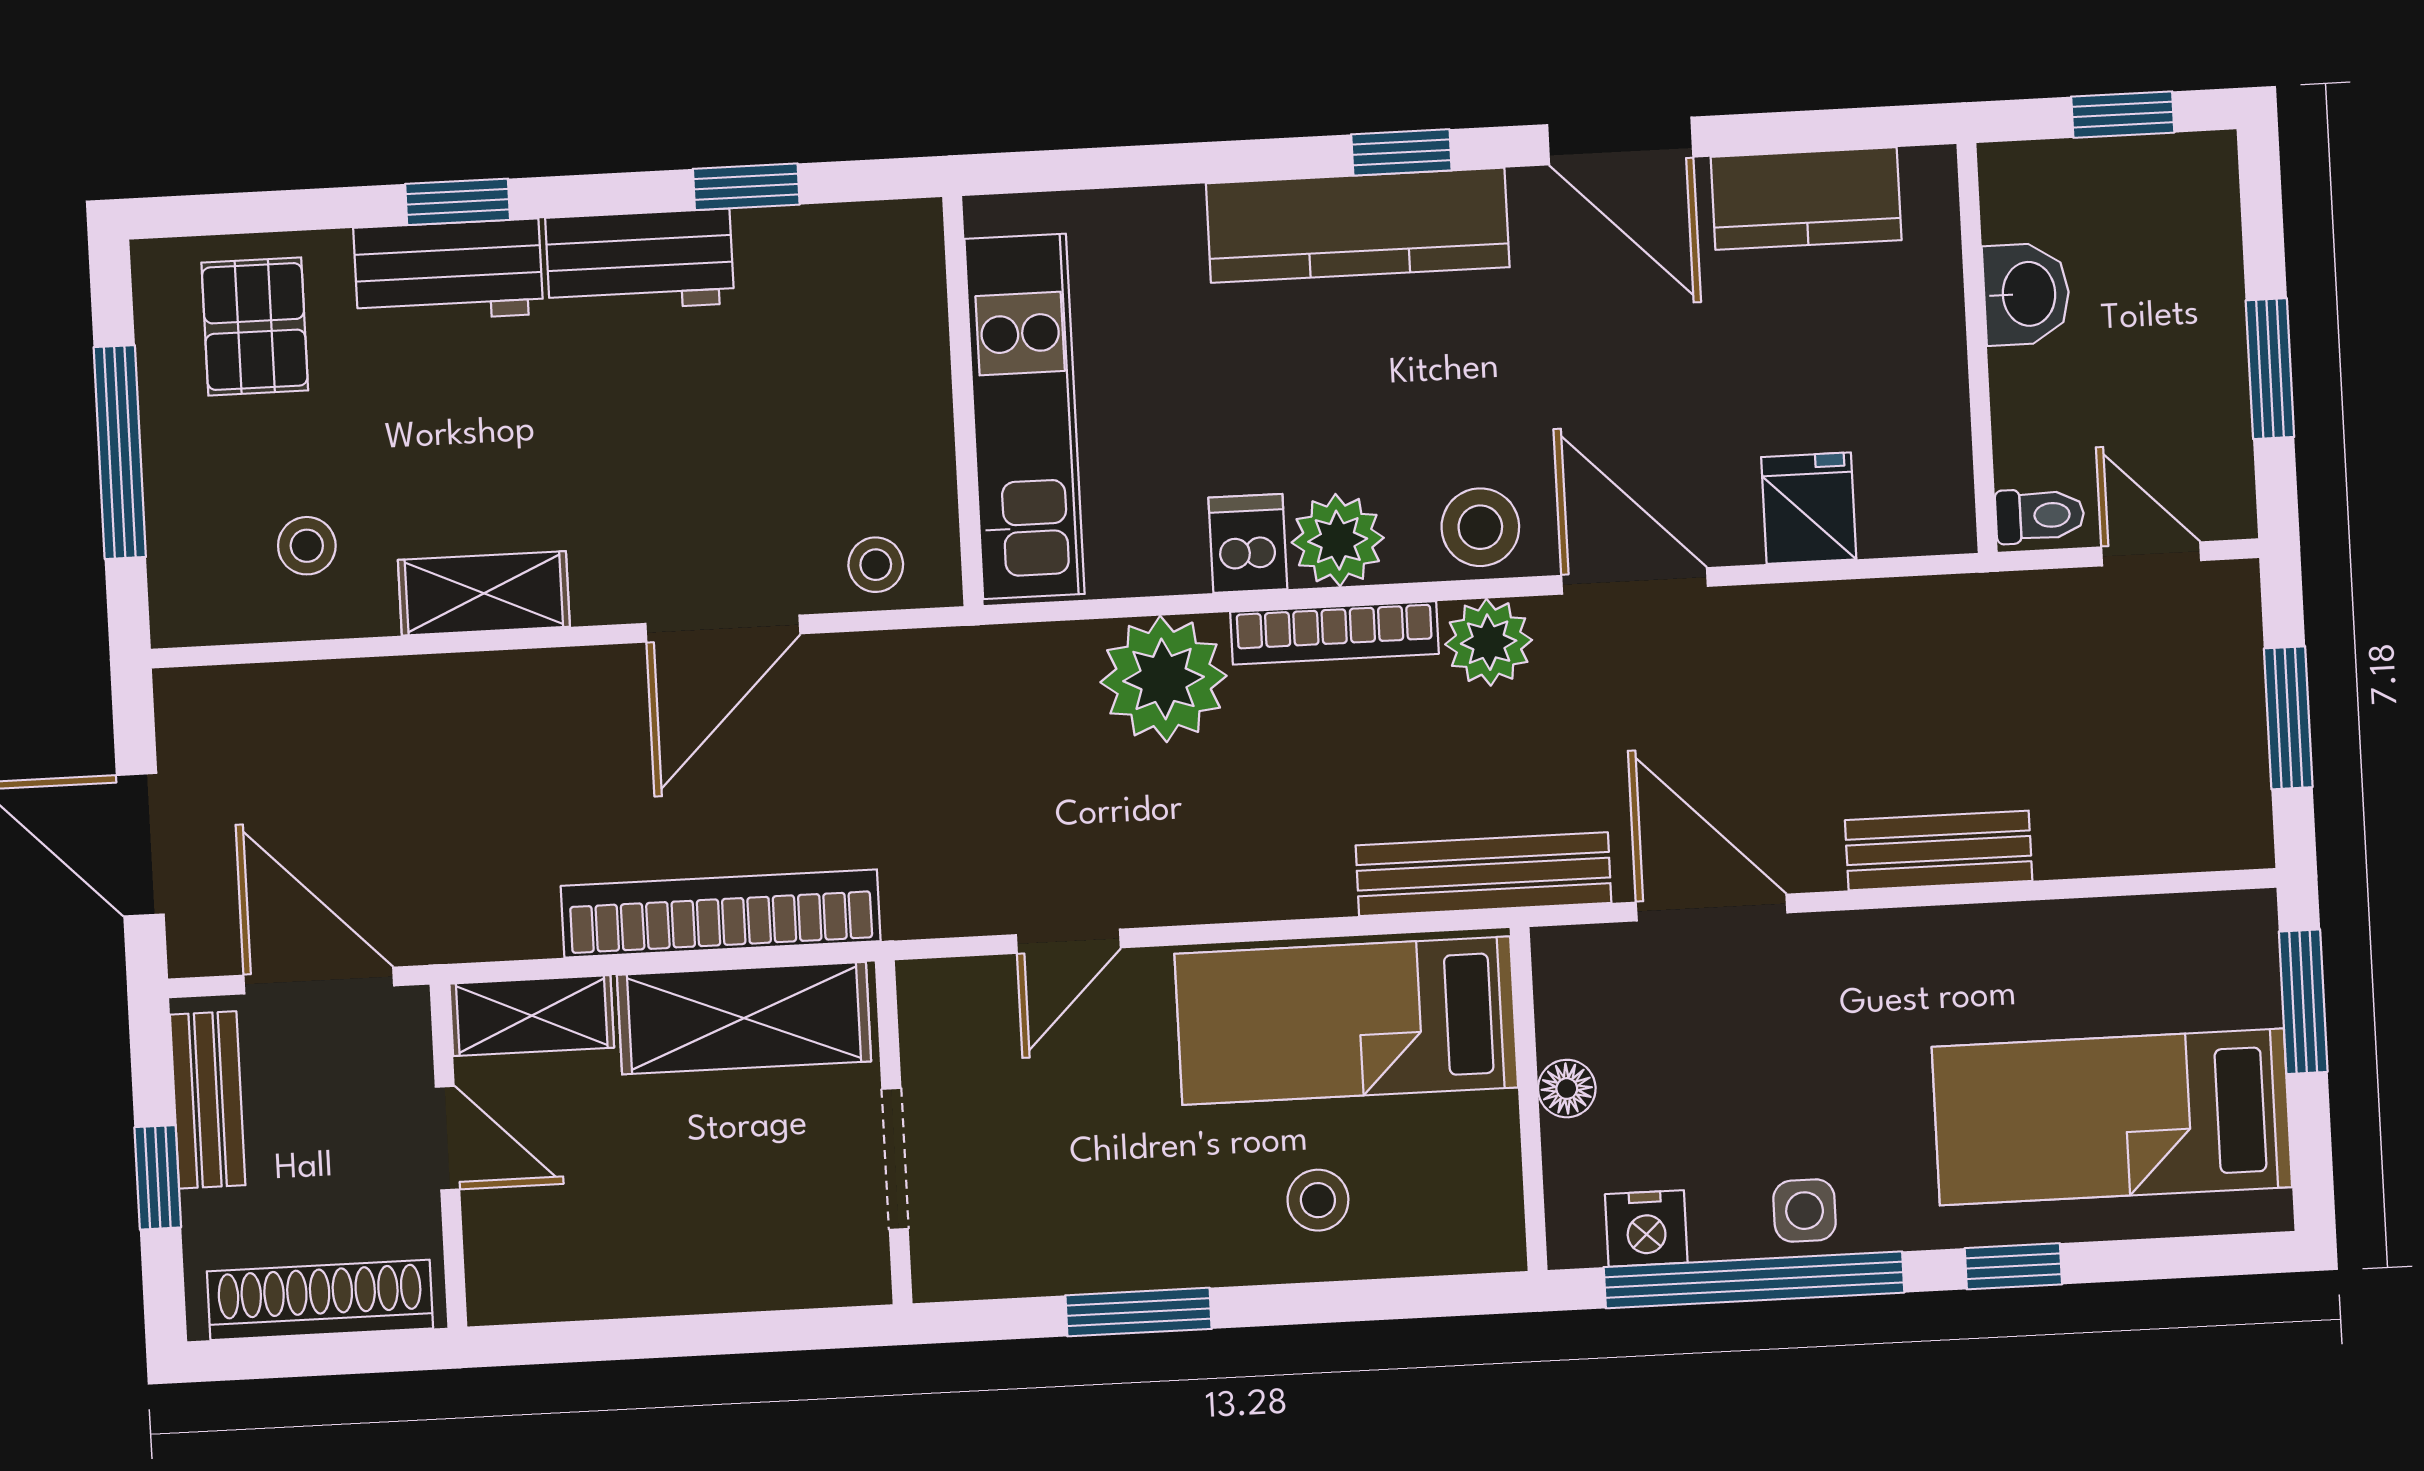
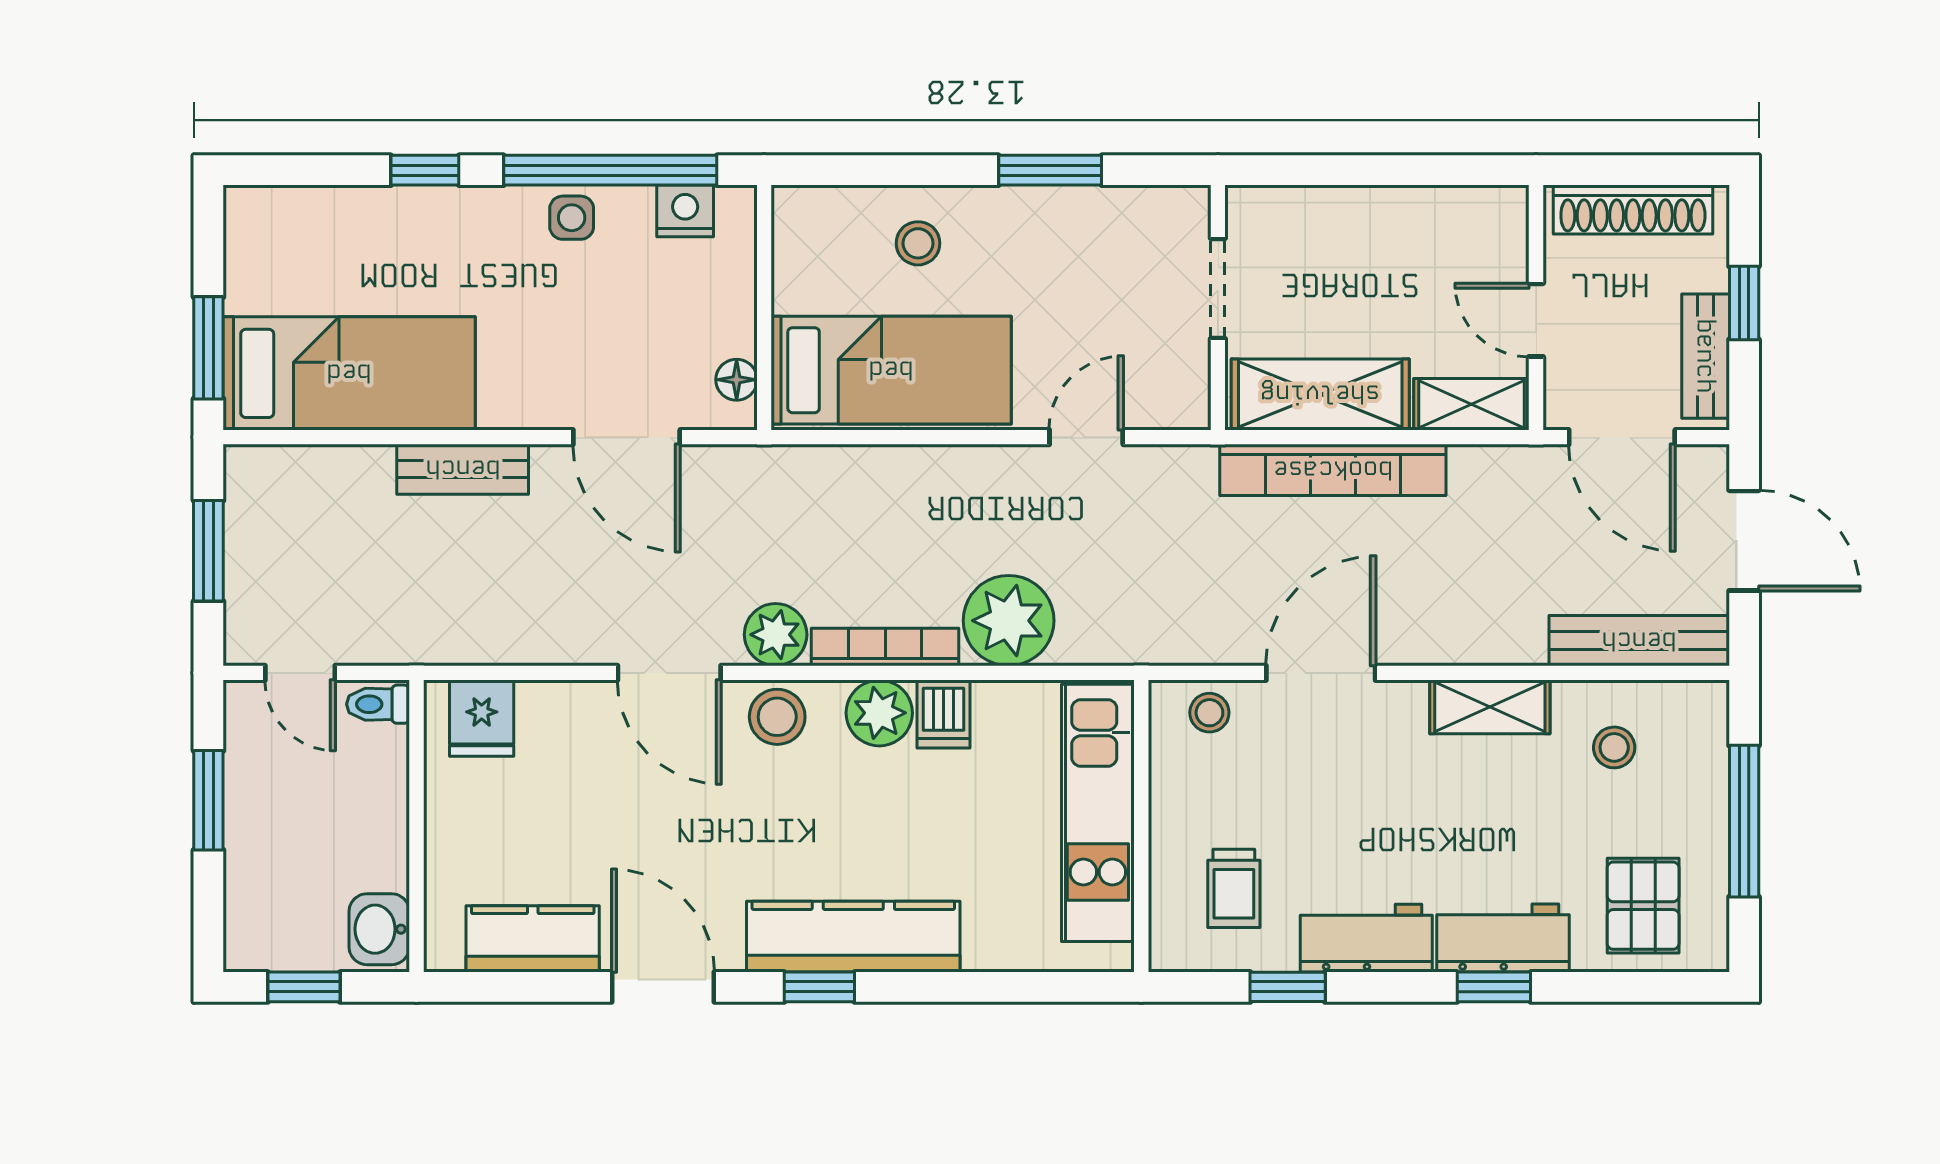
washbasin: (2026, 294) -> (379, 929), moved
trolley: (829, 321) -> (1234, 888), added
fridge: (1809, 508) -> (482, 718), moved
bench: (1484, 874) -> (1639, 641), moved
floor lamp: (1567, 1089) -> (737, 380), moved
bed: (2112, 1117) -> (349, 373), moved

